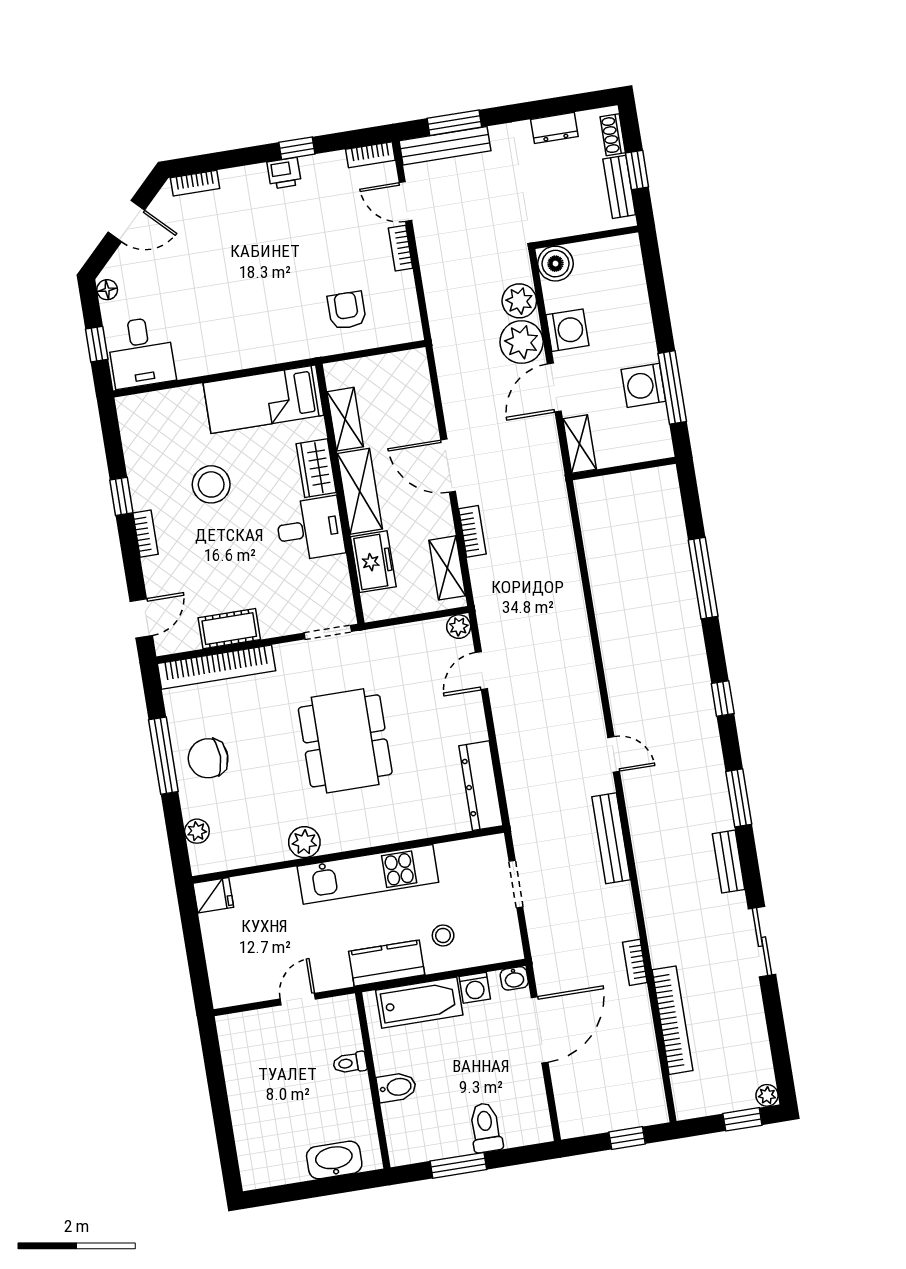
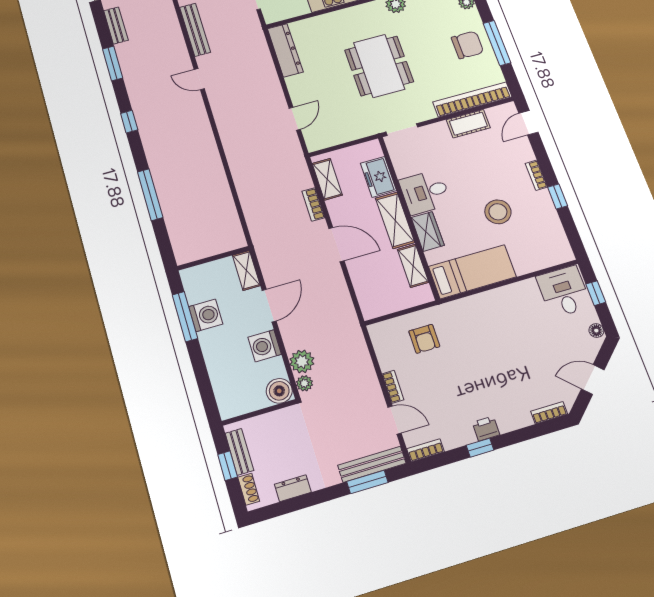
plant: (522, 342) -> (304, 383), moved, width x0.53, depth x0.53
plant: (459, 627) -> (314, 144), removed

